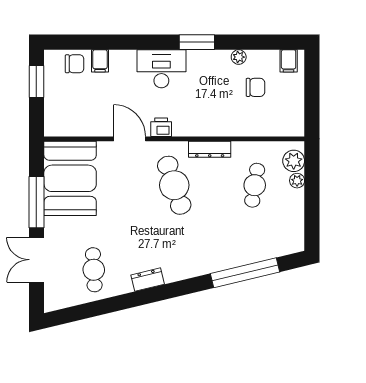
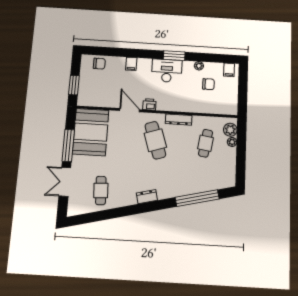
filing cabinet: (100, 61) -> (131, 64), moved
desk: (161, 69) -> (167, 71), moved
window: (36, 81) -> (74, 85), moved
dresser: (148, 280) -> (147, 197), moved

